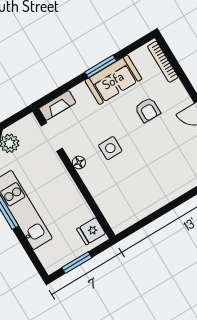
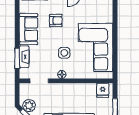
window: (101, 66) -> (17, 58), moved
fireplace: (57, 105) -> (24, 57), moved
corner sofa: (143, 186) -> (96, 48), added

